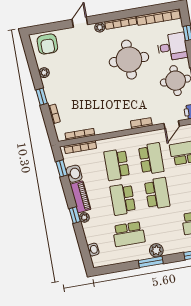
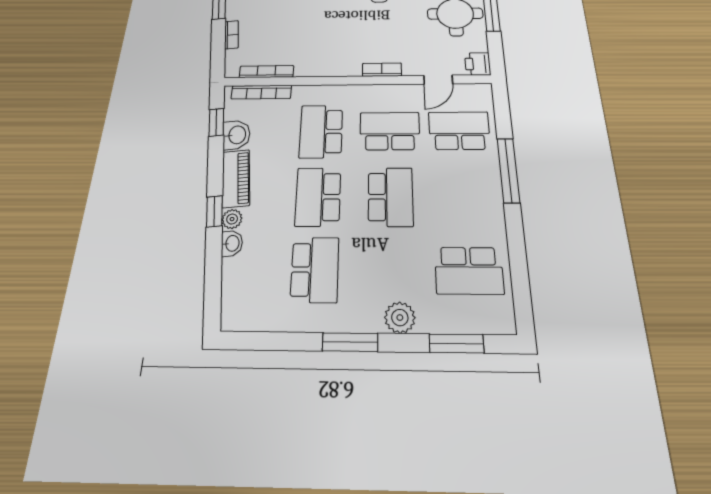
school desk: (151, 159) -> (390, 131), turned -90
school desk: (129, 234) -> (315, 270), turned -90
washbasin: (93, 250) -> (232, 243), moved
plant: (156, 250) -> (400, 318), moved

